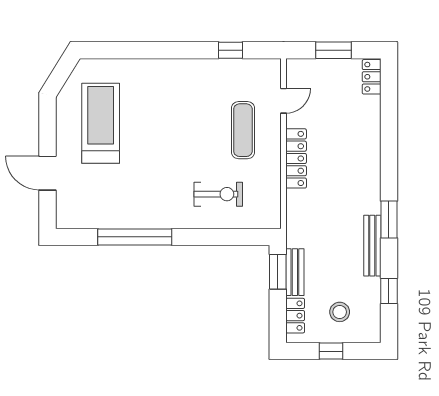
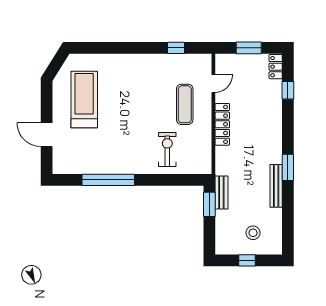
exercise bike: (218, 194) -> (167, 150), turned -90
bench: (295, 272) -> (221, 192), moved
window: (389, 291) -> (288, 90), moved
locker: (295, 316) -> (222, 235), removed

